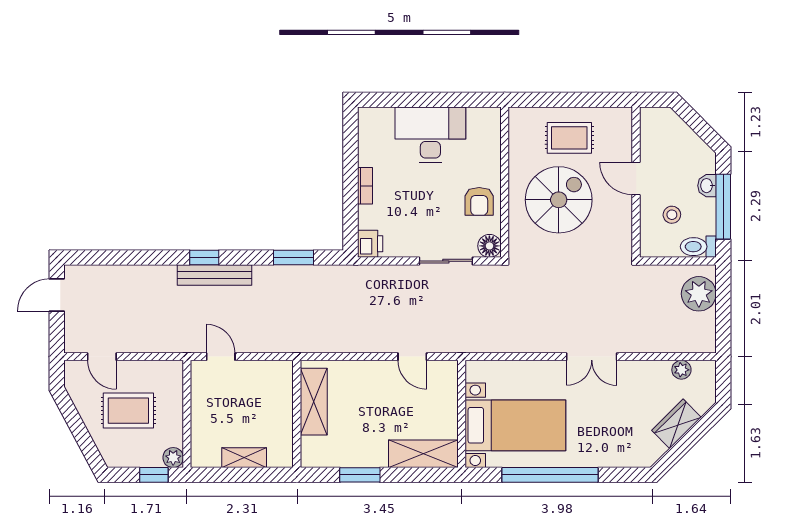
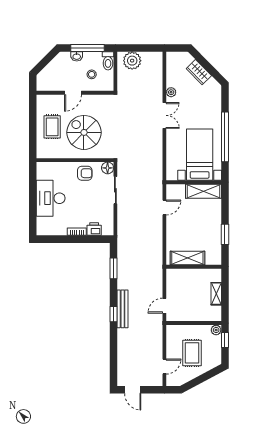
printer: (370, 244) -> (94, 229), moved
plant: (681, 370) -> (171, 92), moved
shelving: (423, 454) -> (204, 191), moved, turned 90

